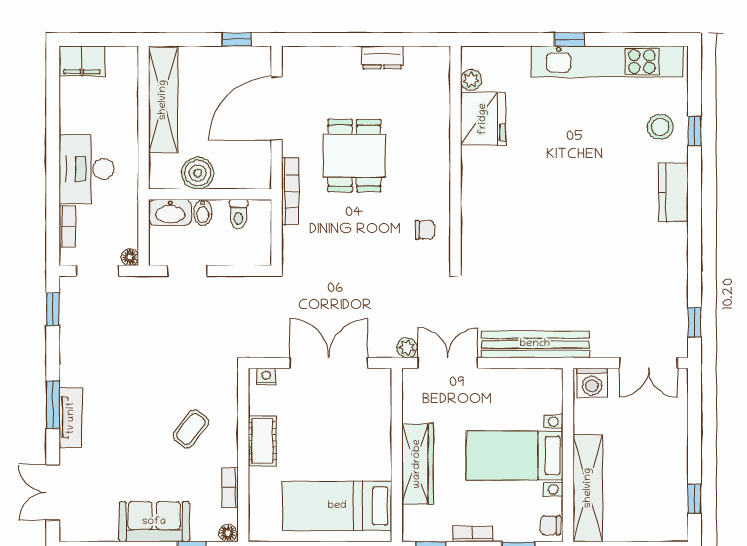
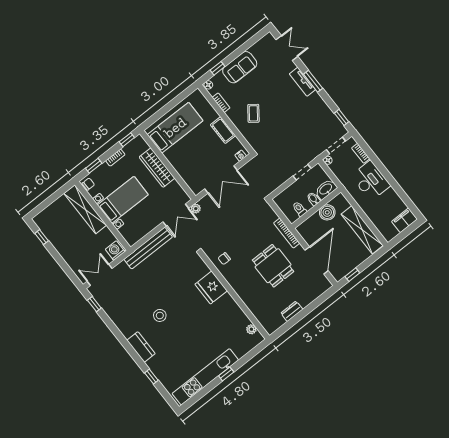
fridge: (483, 119) -> (211, 287), moved
stool: (660, 127) -> (160, 315), moved

